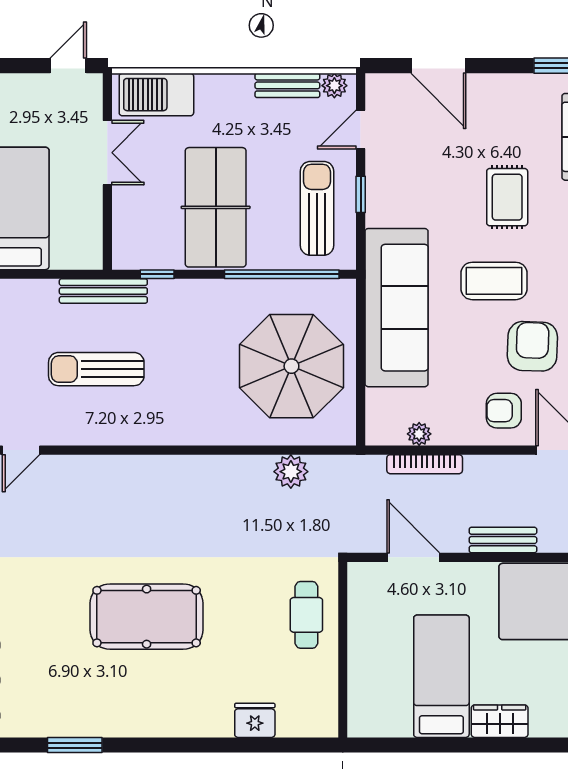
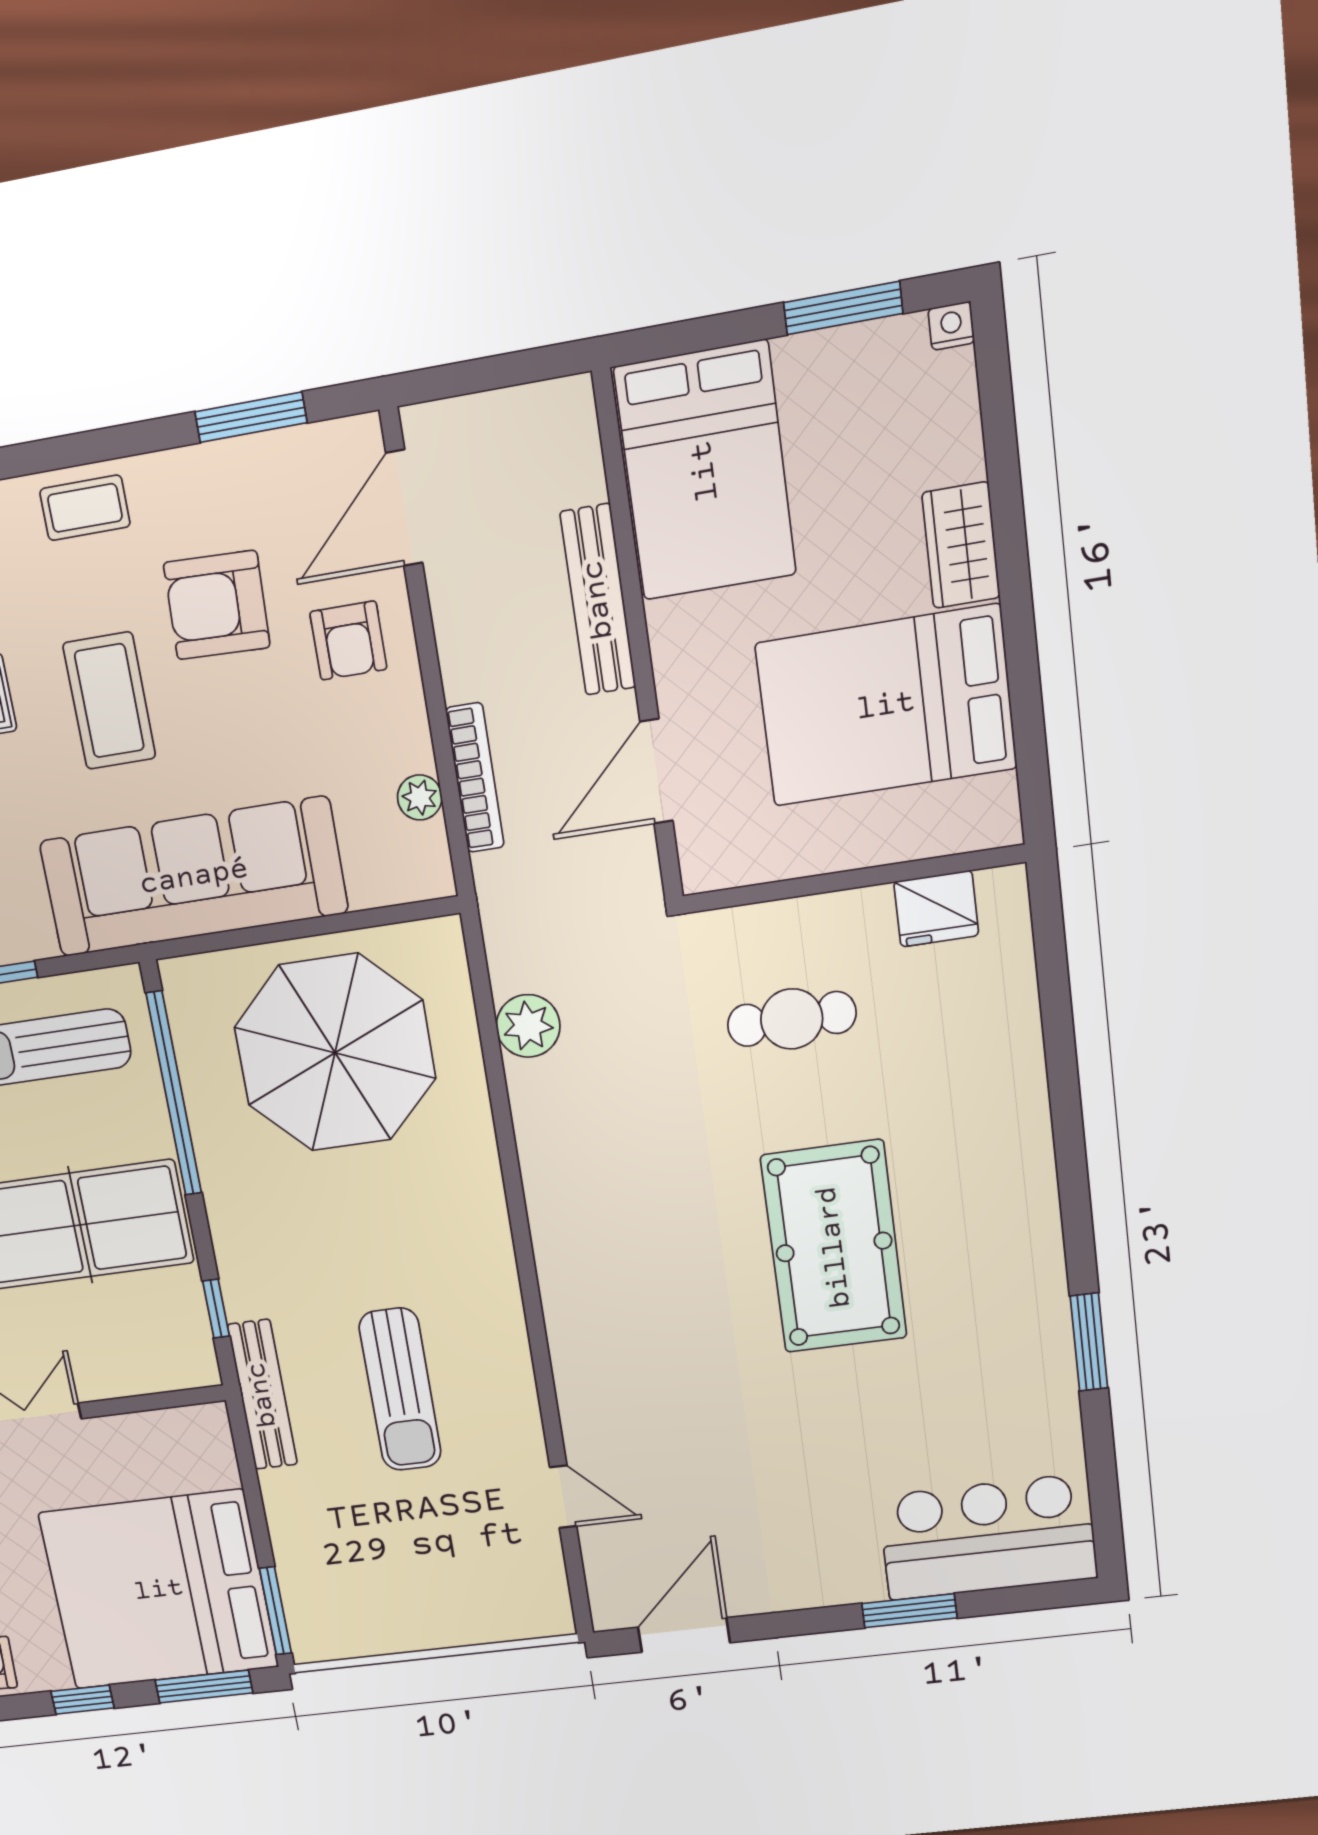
bench: (503, 540) -> (598, 600), width x1.36
cafe table: (306, 615) -> (792, 1019), moved
bed: (441, 676) -> (886, 706), width x1.50
fridge: (255, 720) -> (936, 909), moved, turned -90

